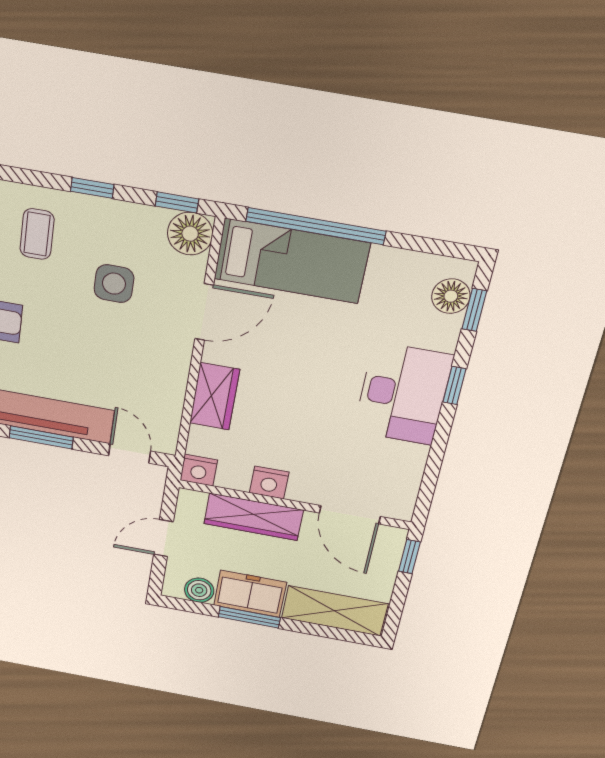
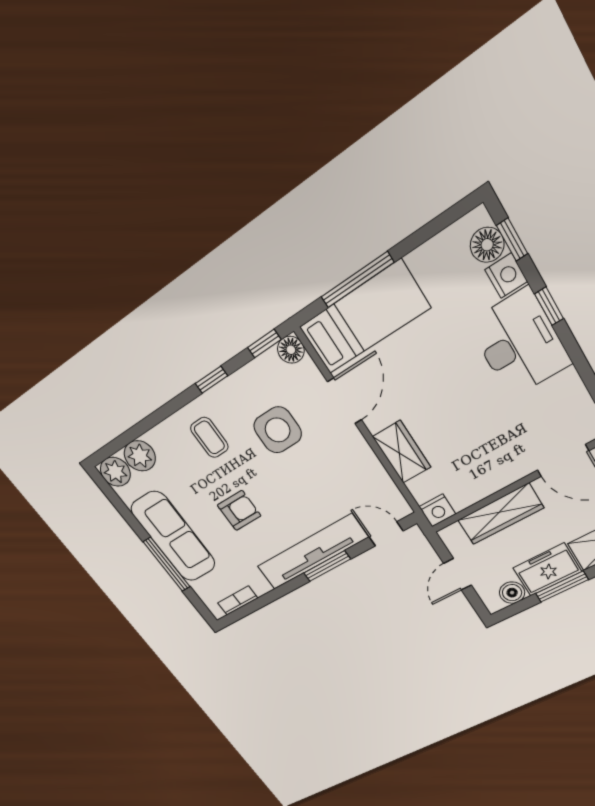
window: (316, 226) -> (357, 280), width x0.68
floor lamp: (190, 234) -> (291, 350), width x0.73, depth x0.73
side table: (114, 284) -> (278, 430), width x1.37, depth x1.37
nightstand: (269, 483) -> (506, 276), moved, turned -90

